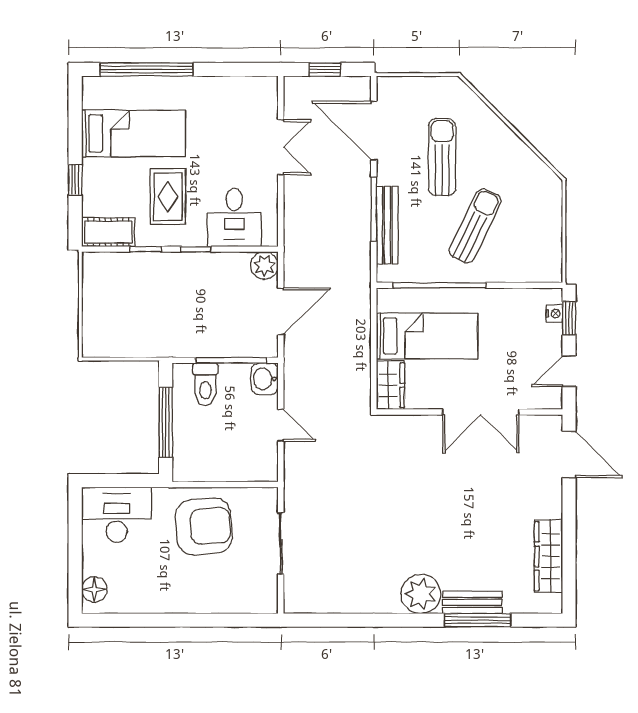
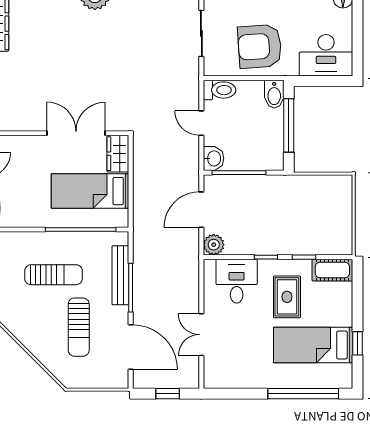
window: (75, 180) -> (358, 343), moved
sun lounger: (475, 226) -> (54, 275), turned -116
toilet: (205, 384) -> (219, 90), moved, turned 90
double door: (481, 412) -> (76, 133), moved
bidet: (185, 464) -> (274, 94), added

